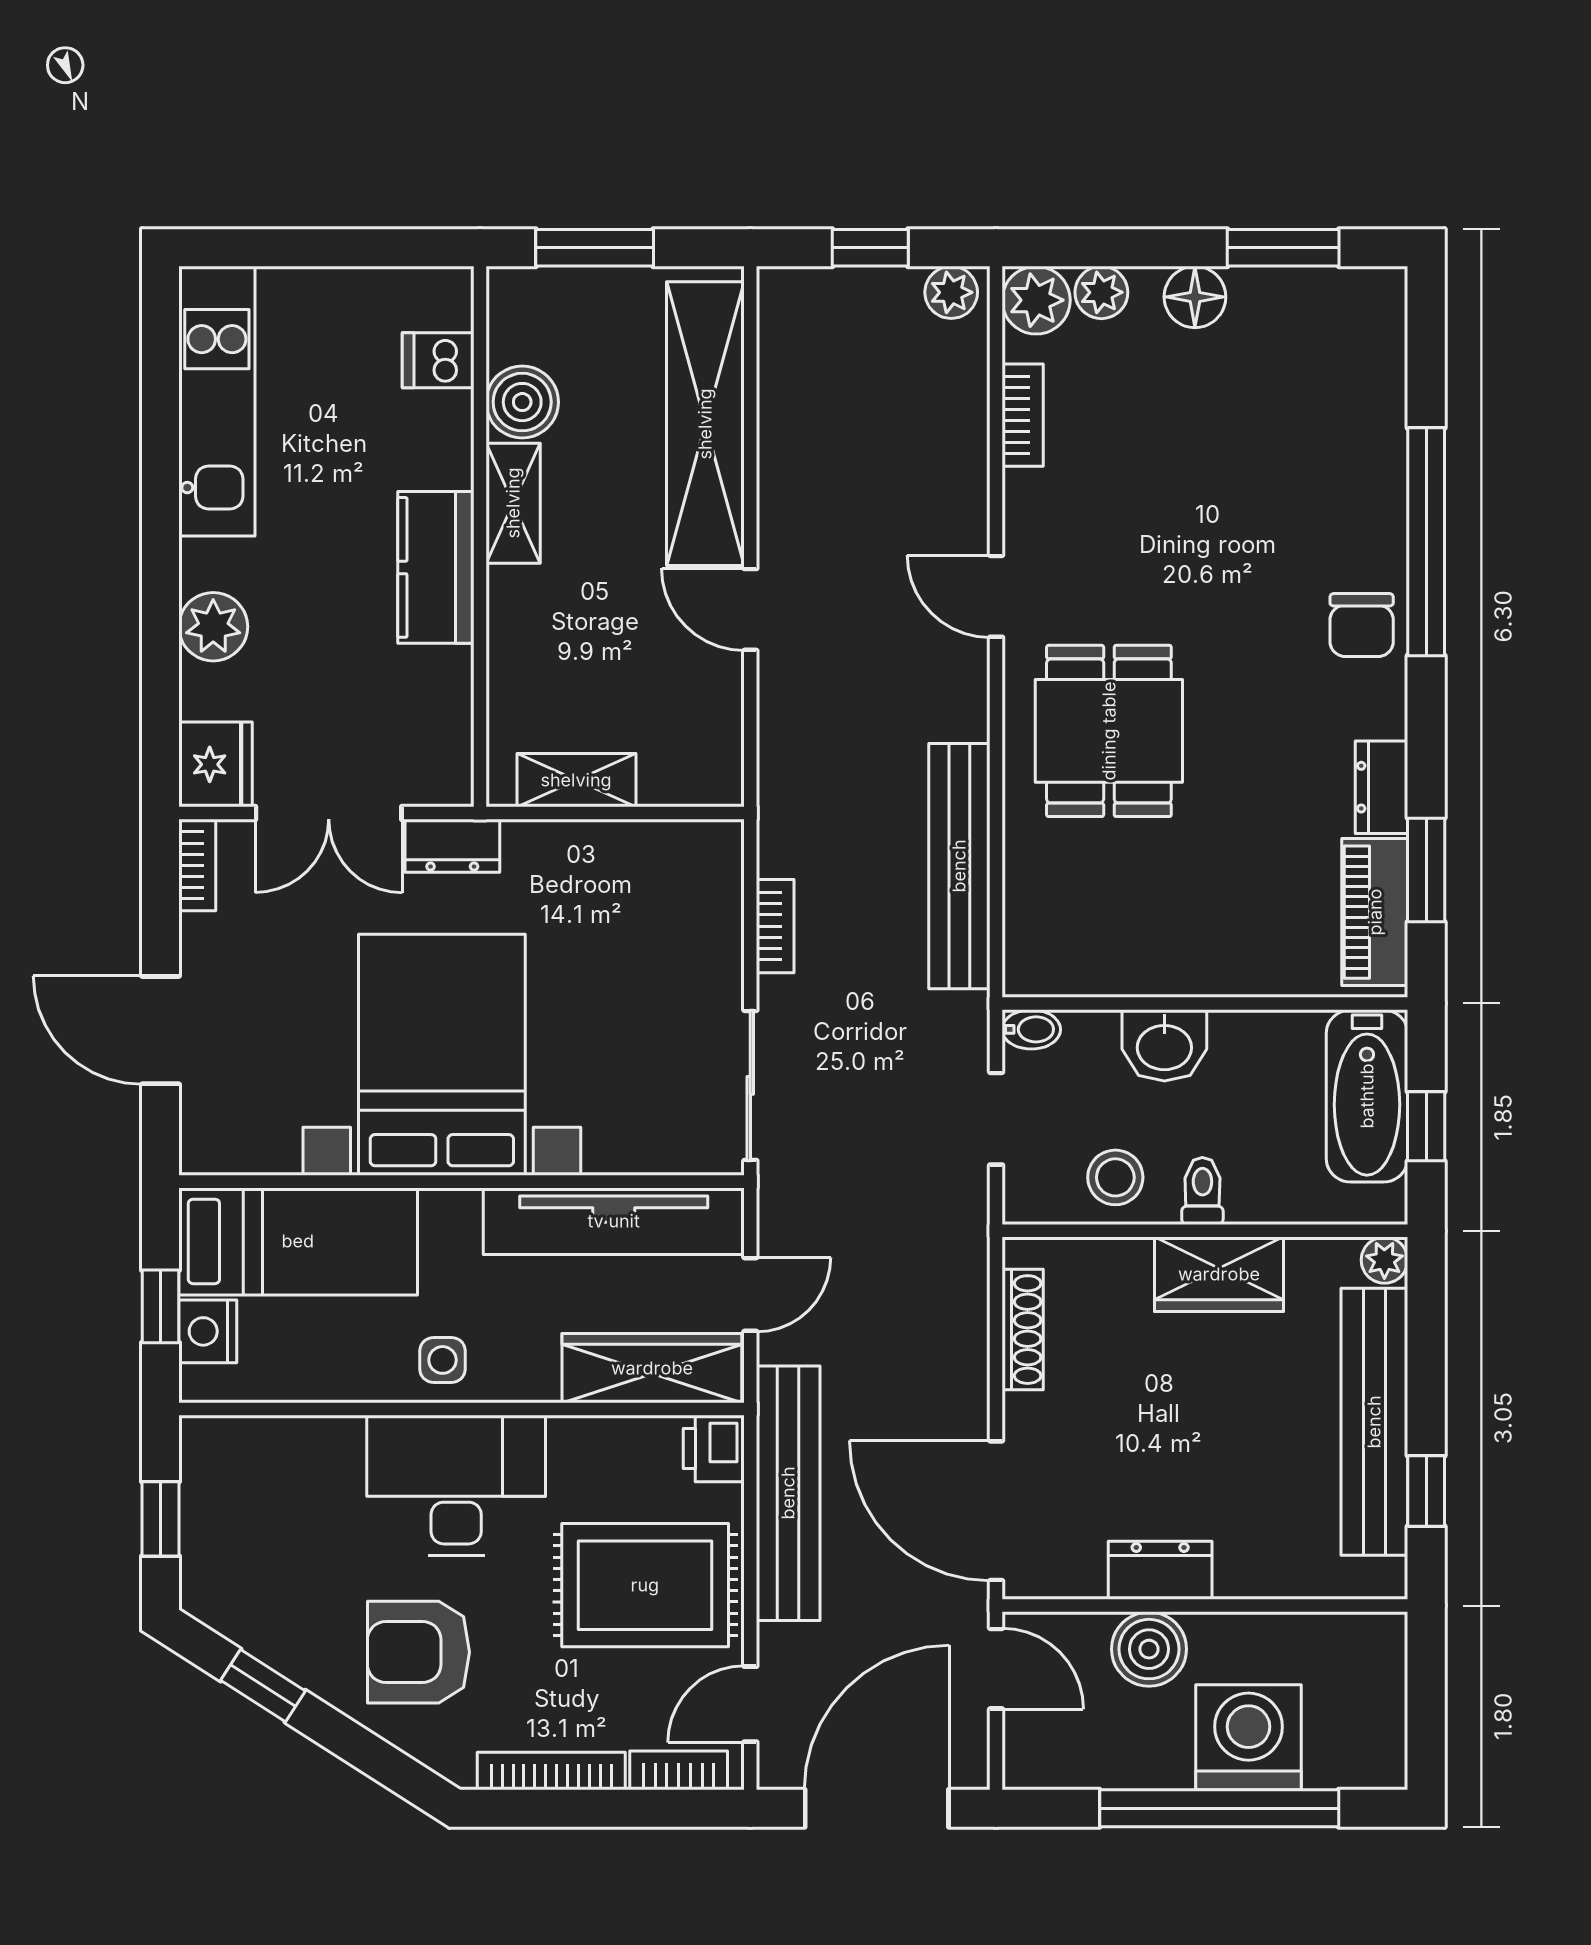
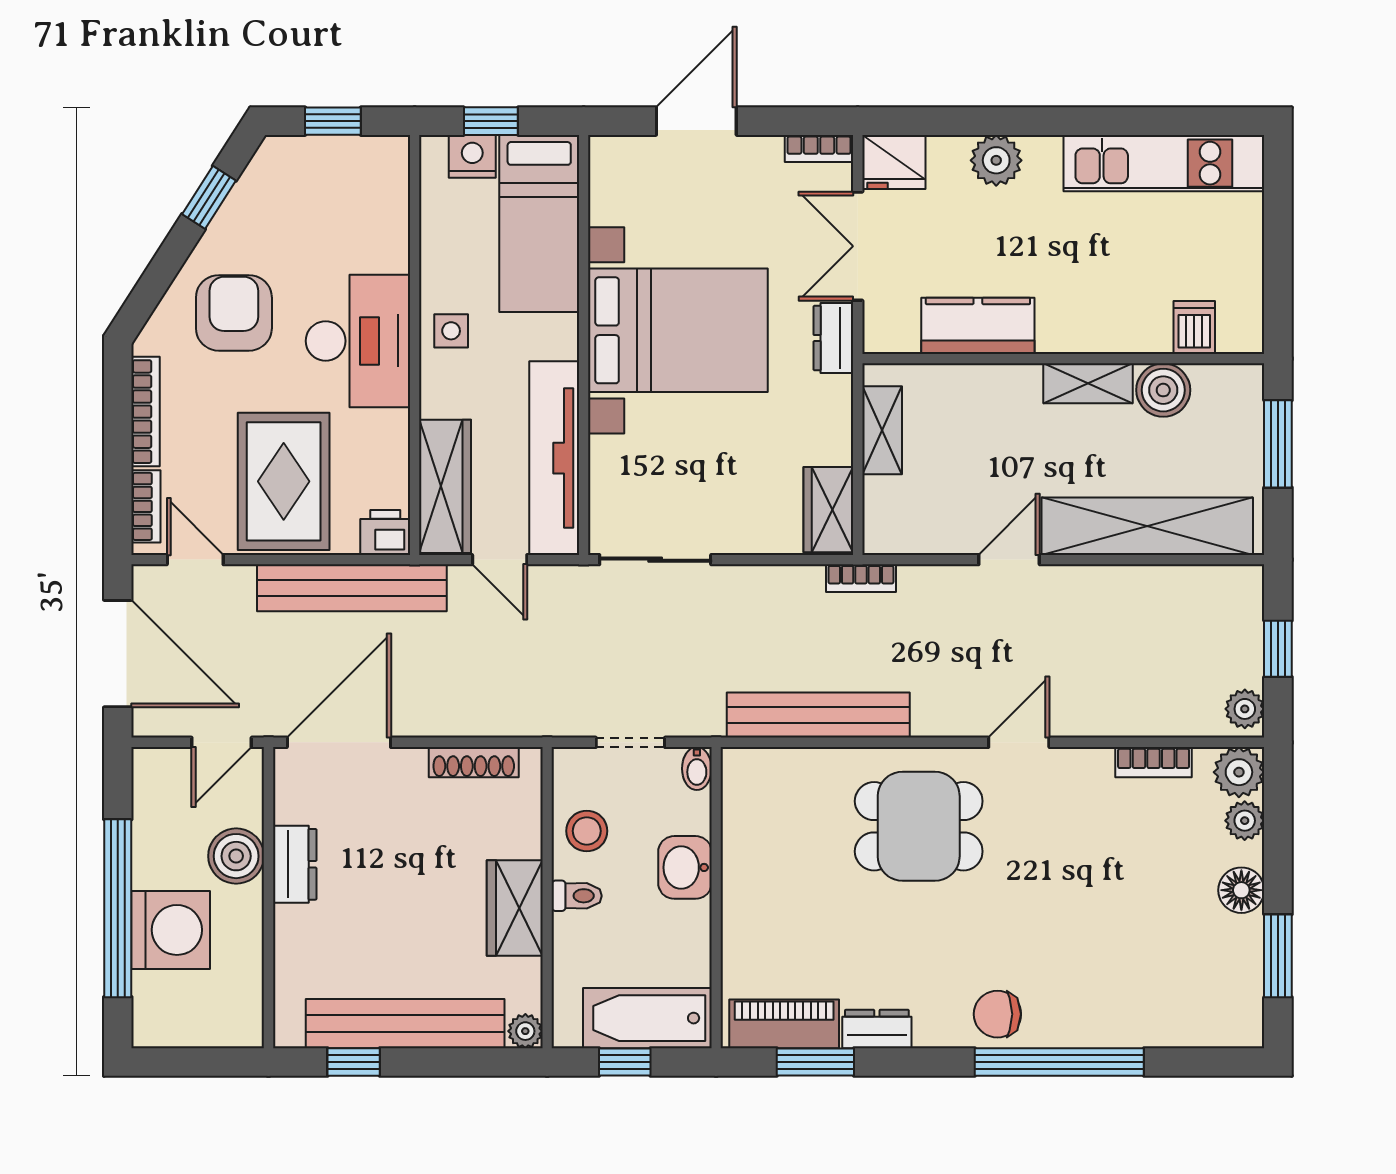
kitchen counter: (436, 567) -> (978, 326), moved
wardrobe: (683, 852) -> (828, 510), added
bookcase: (775, 926) -> (861, 578), moved

